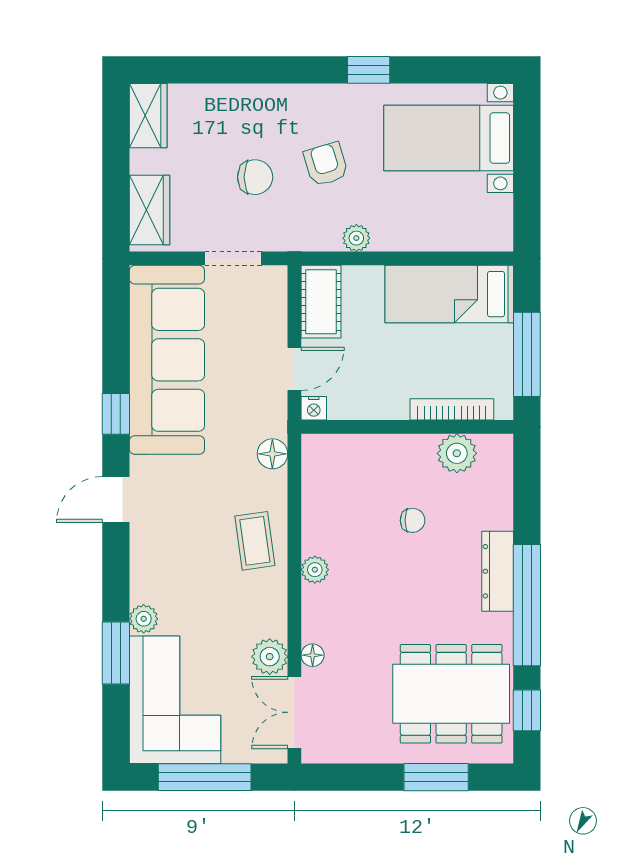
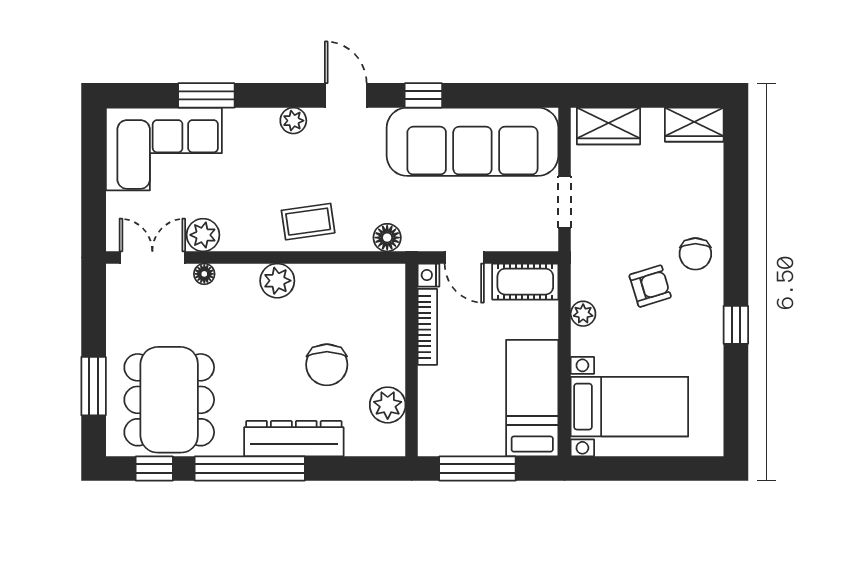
bed with nightstands: (449, 138) -> (629, 407), moved, turned 90
chair: (255, 177) -> (695, 254), moved
bookcase: (452, 409) -> (427, 327), moved
chair: (413, 520) -> (327, 365), width x1.87, depth x1.87
plant: (315, 570) -> (277, 281), width x1.38, depth x1.38
dresser: (498, 571) -> (294, 439), width x1.37, depth x1.24
plant: (144, 619) -> (293, 121), moved
window: (205, 777) -> (94, 176), removed

